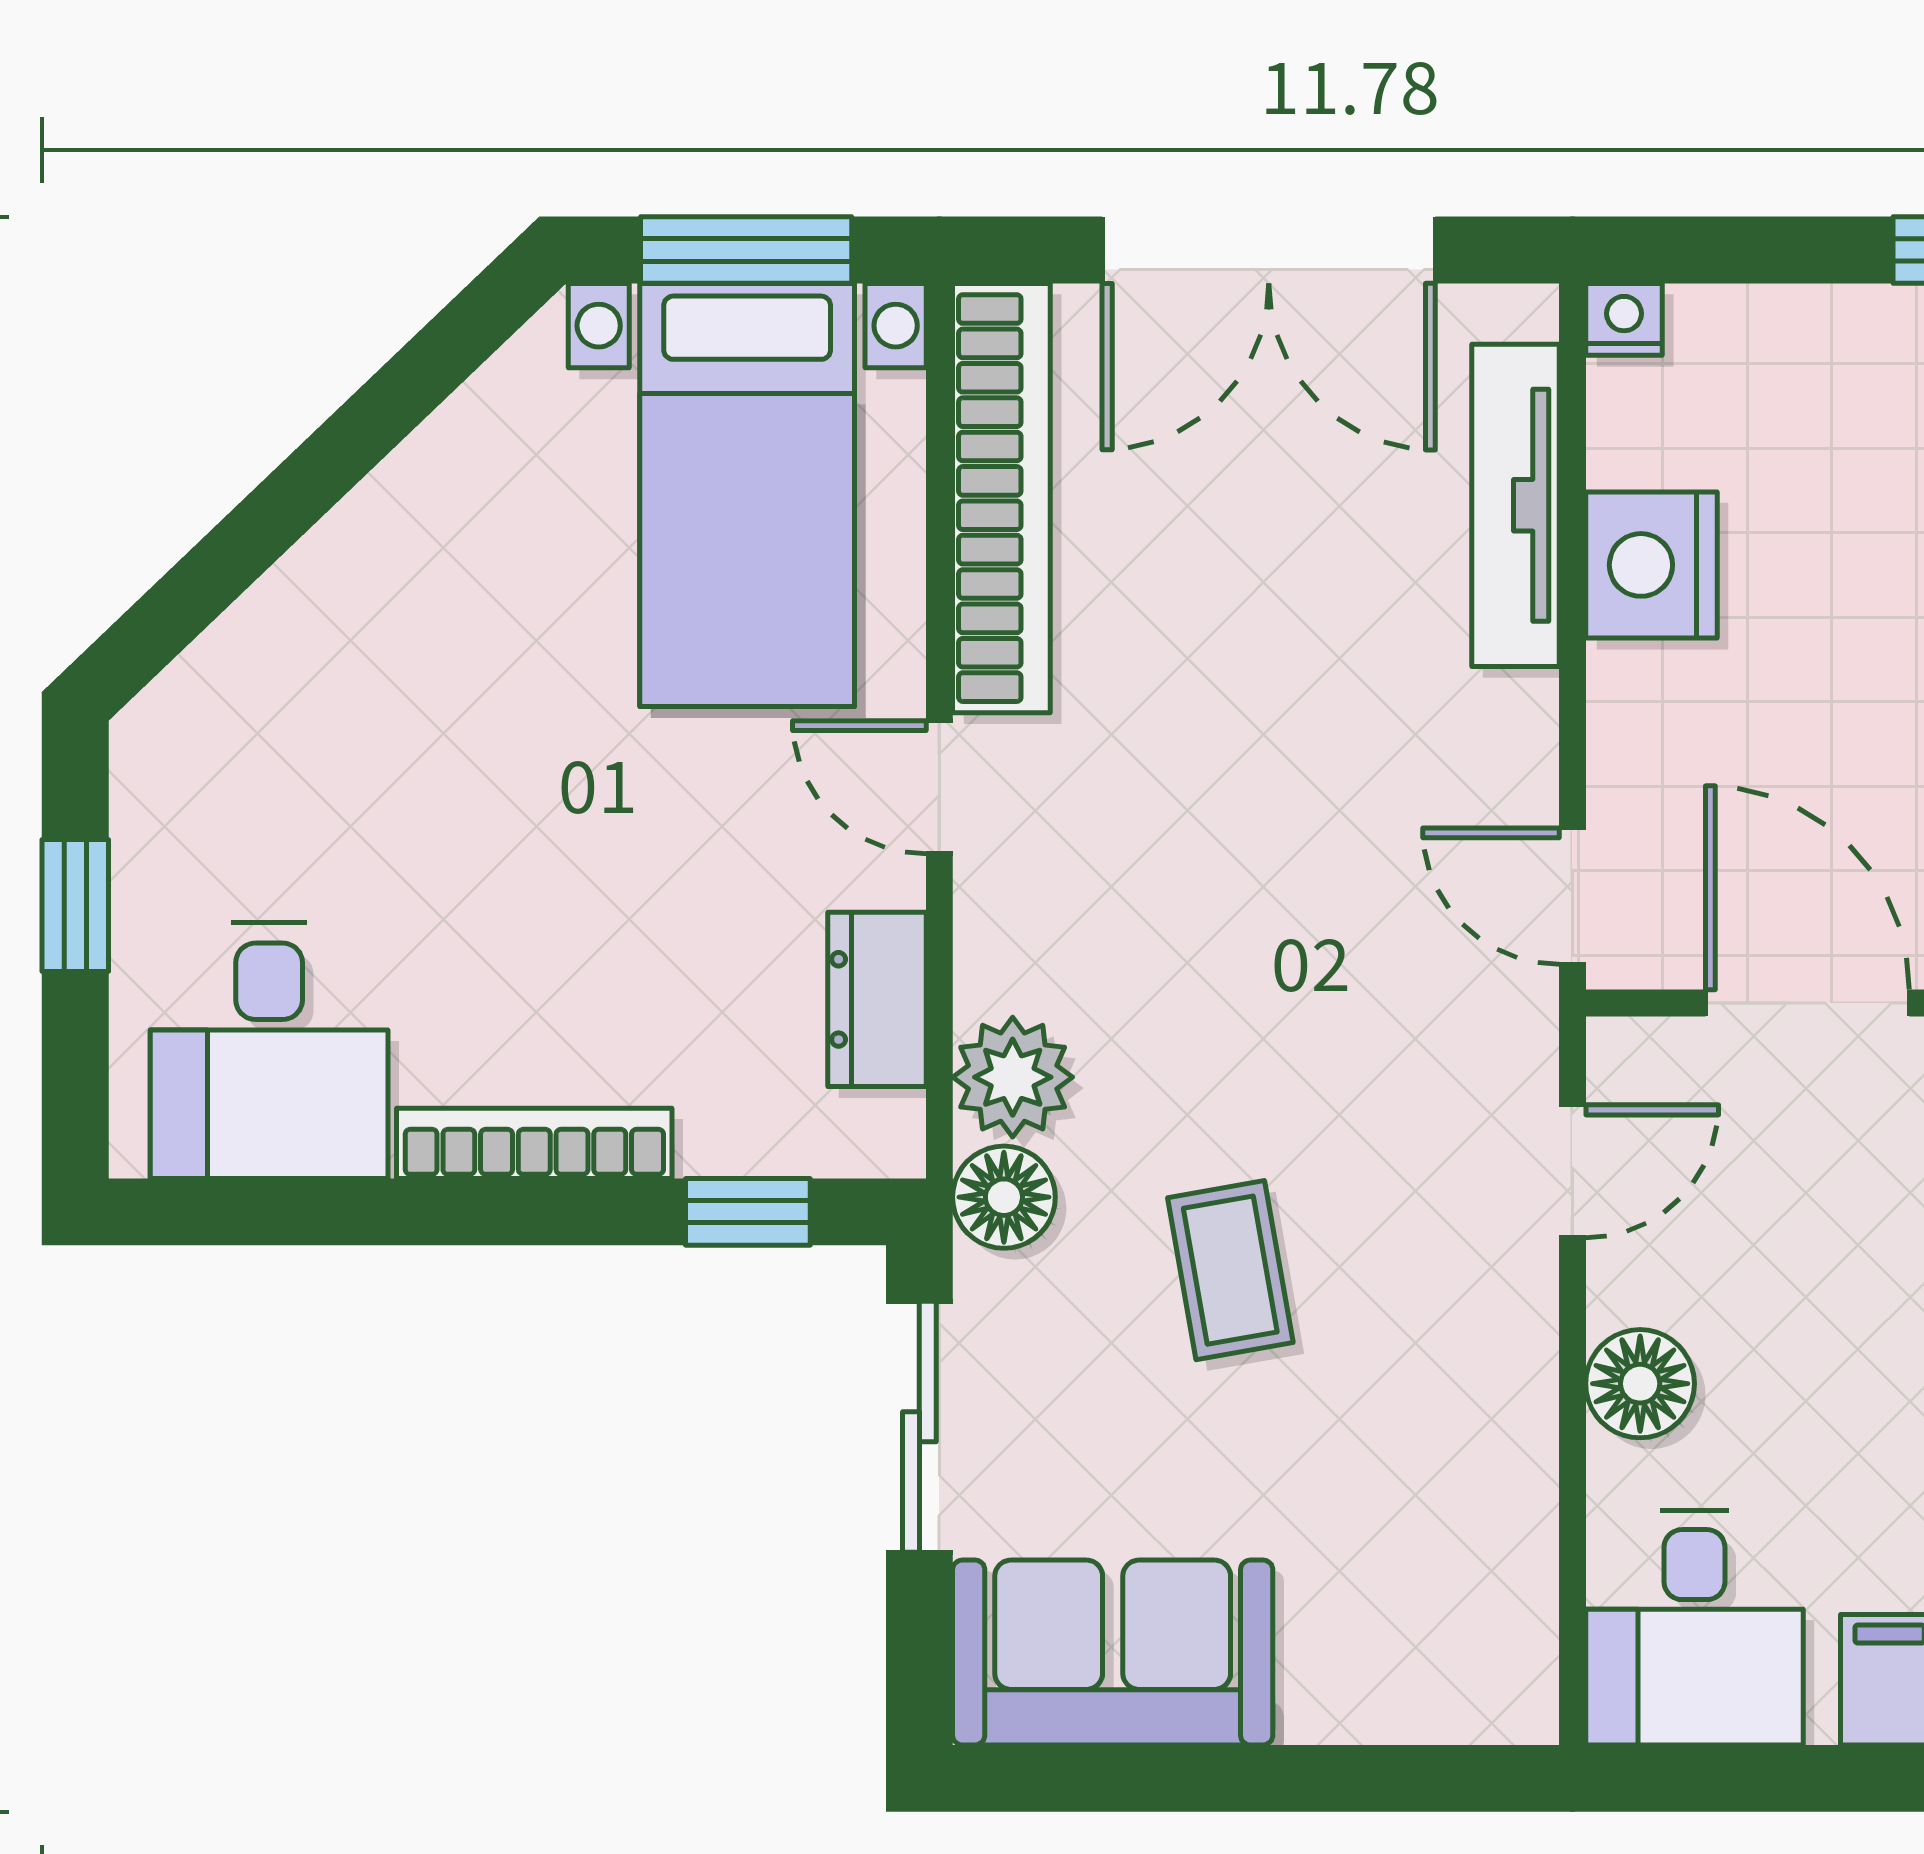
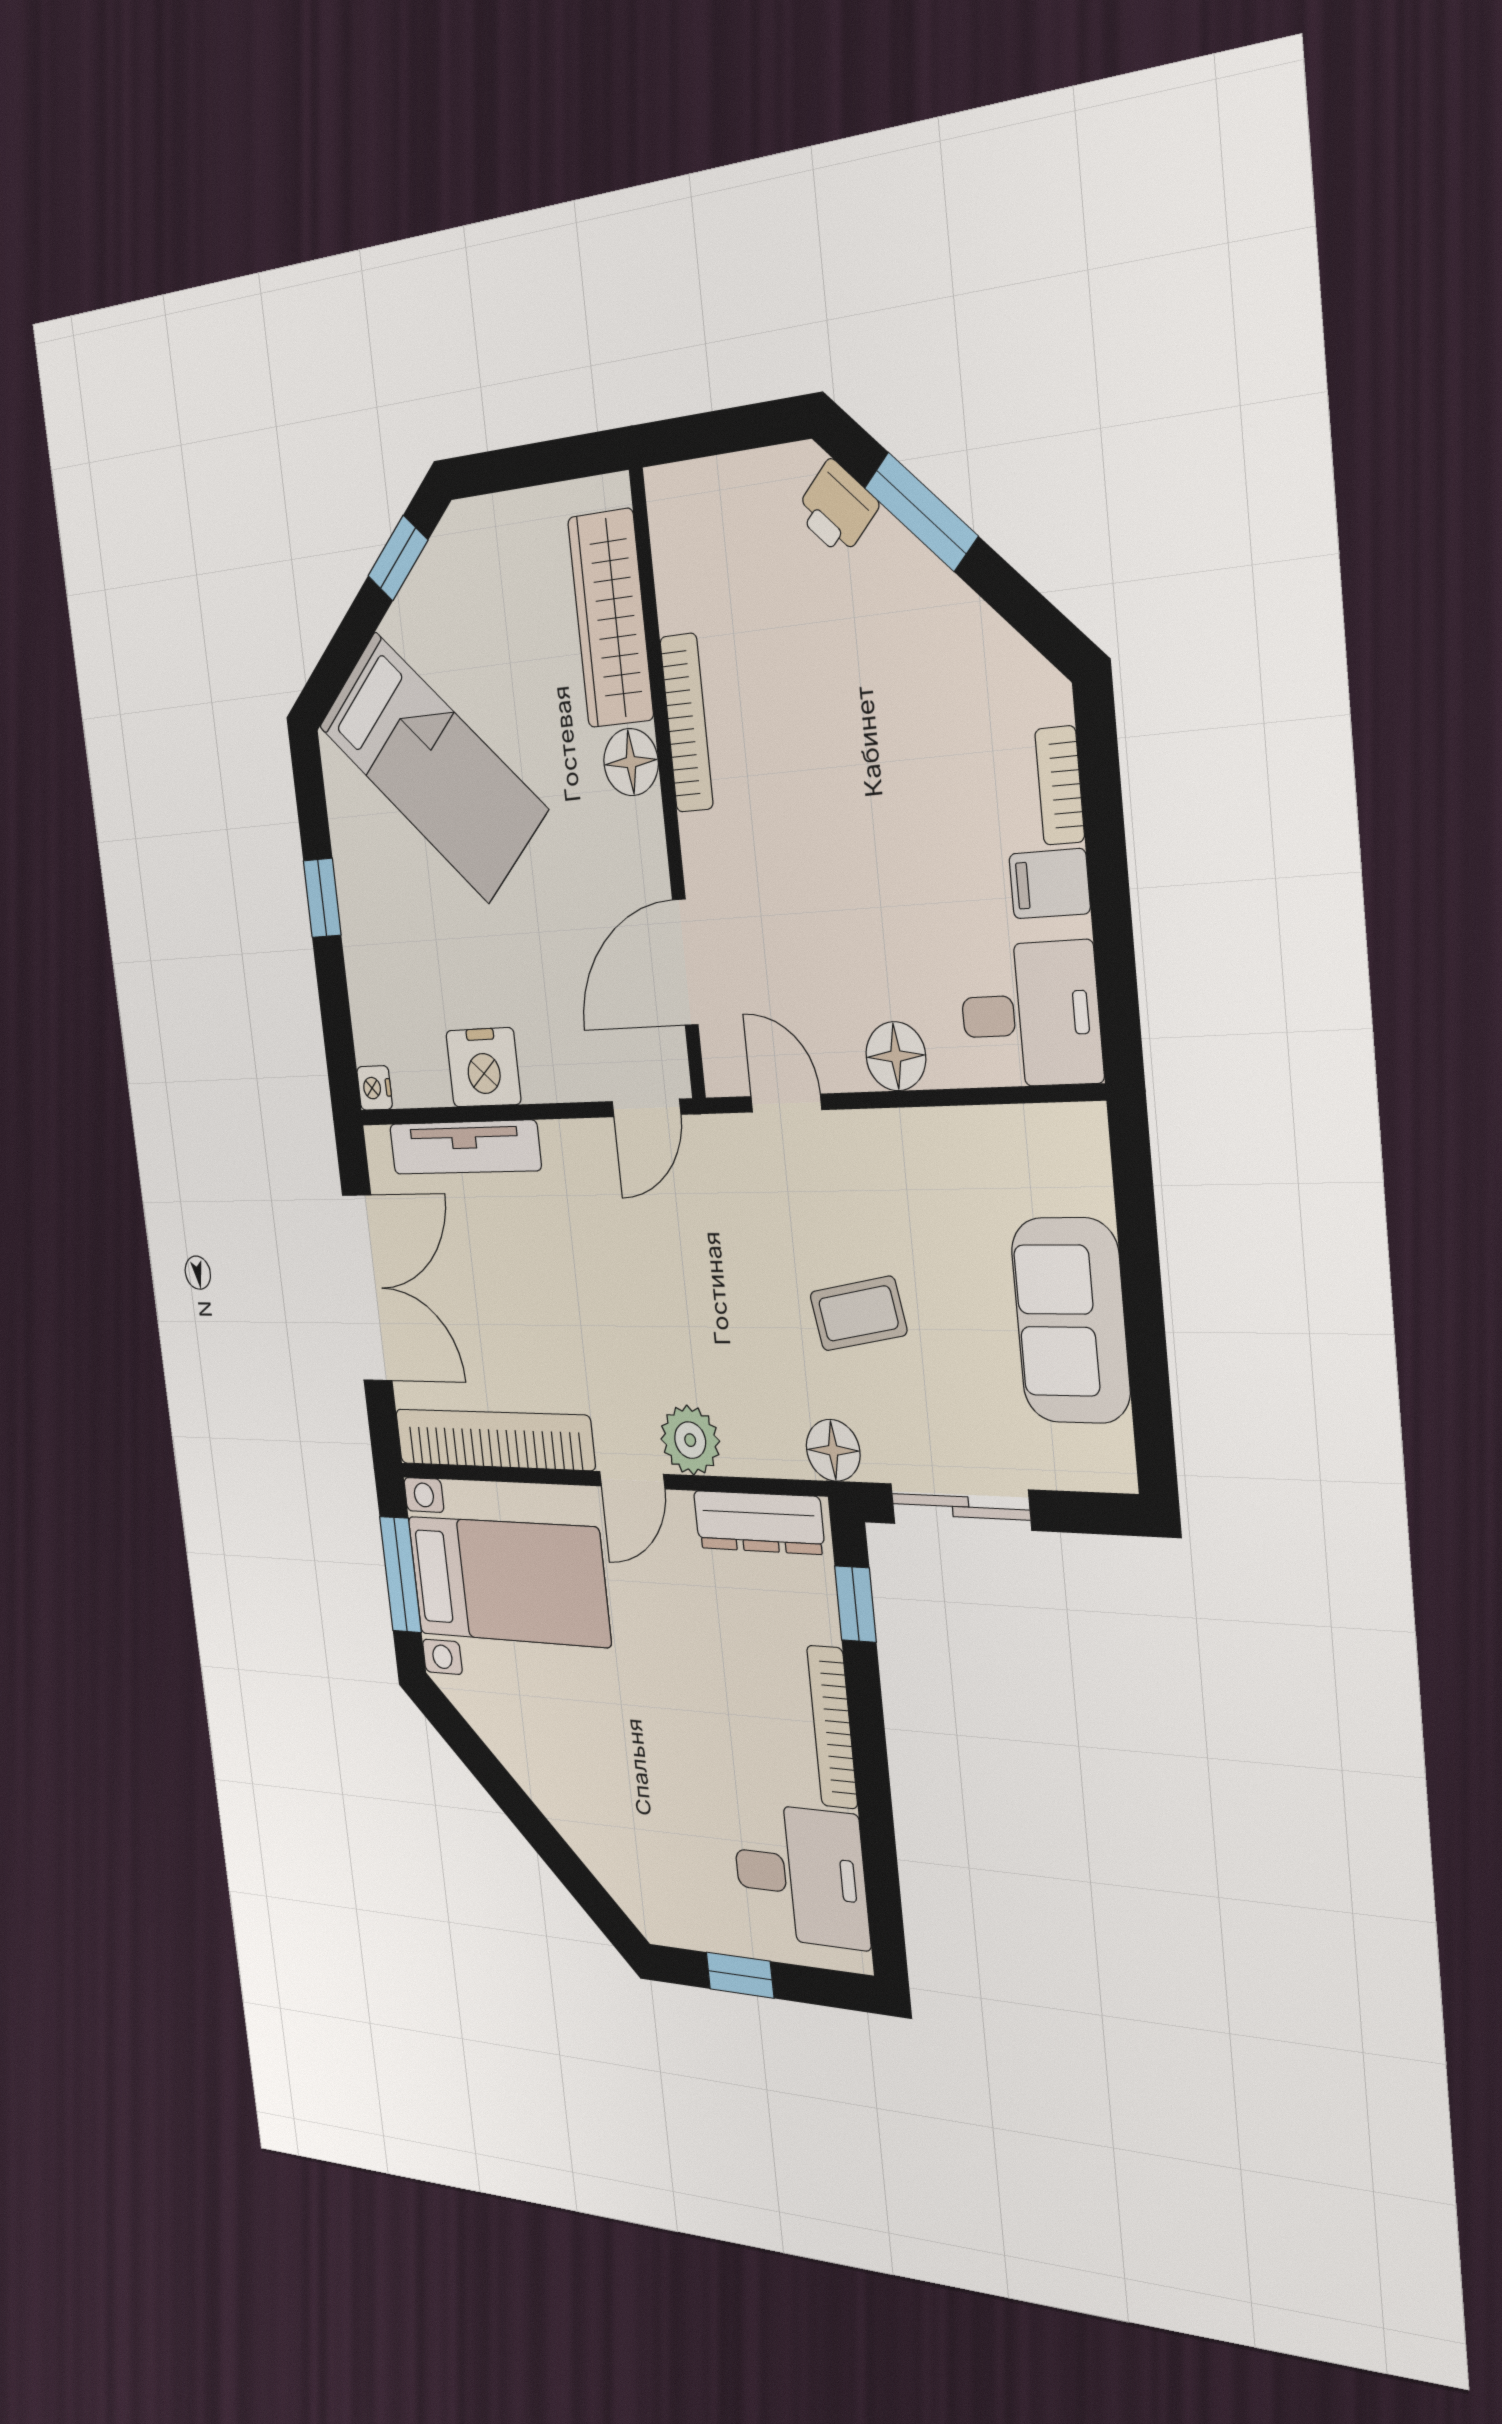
dresser: (877, 999) -> (759, 1522), width x1.44
plant: (1013, 1077) -> (690, 1440), moved
sofa: (1113, 1653) -> (1071, 1321), moved

